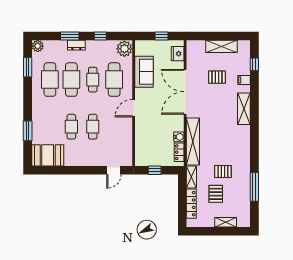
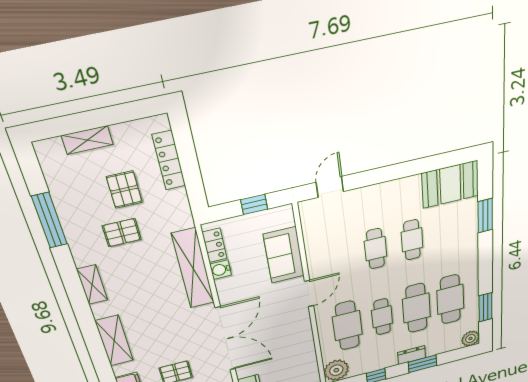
sofa: (144, 72) -> (284, 255), moved
shelving: (191, 177) -> (92, 285), moved

